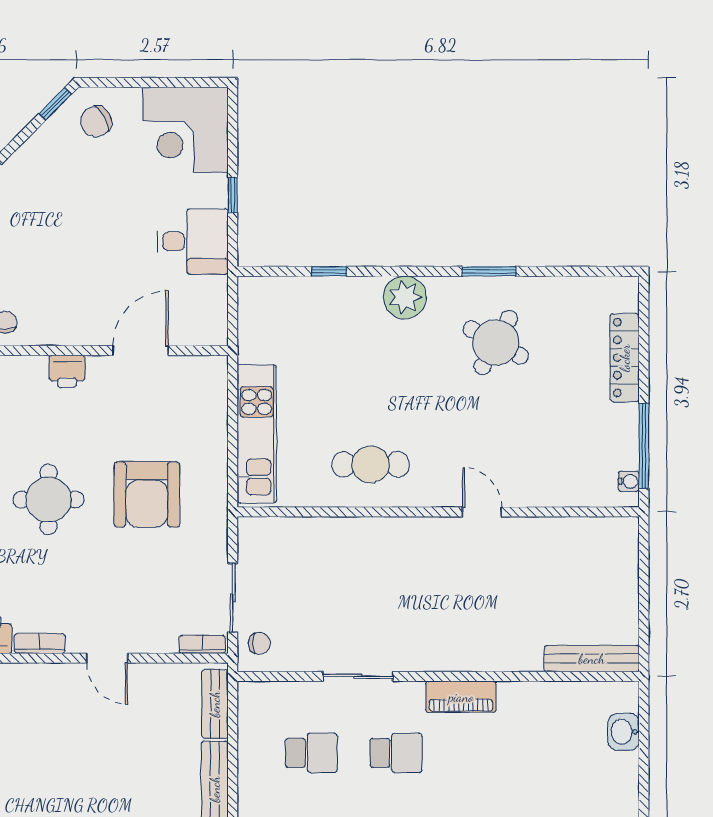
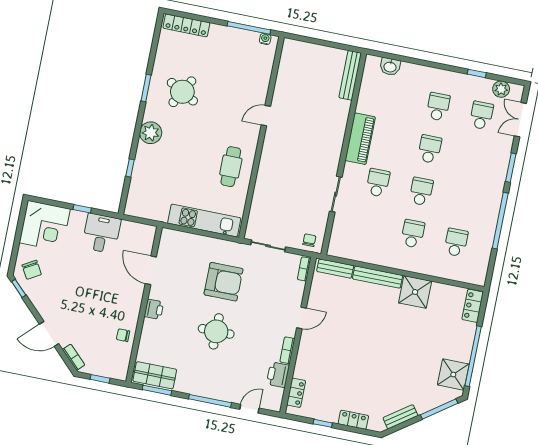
locker: (625, 358) -> (186, 25), moved
sliding door: (233, 598) -> (268, 246), moved
piano: (461, 697) -> (360, 139), width x1.37, depth x1.33
school desk: (311, 753) -> (369, 225), removed

